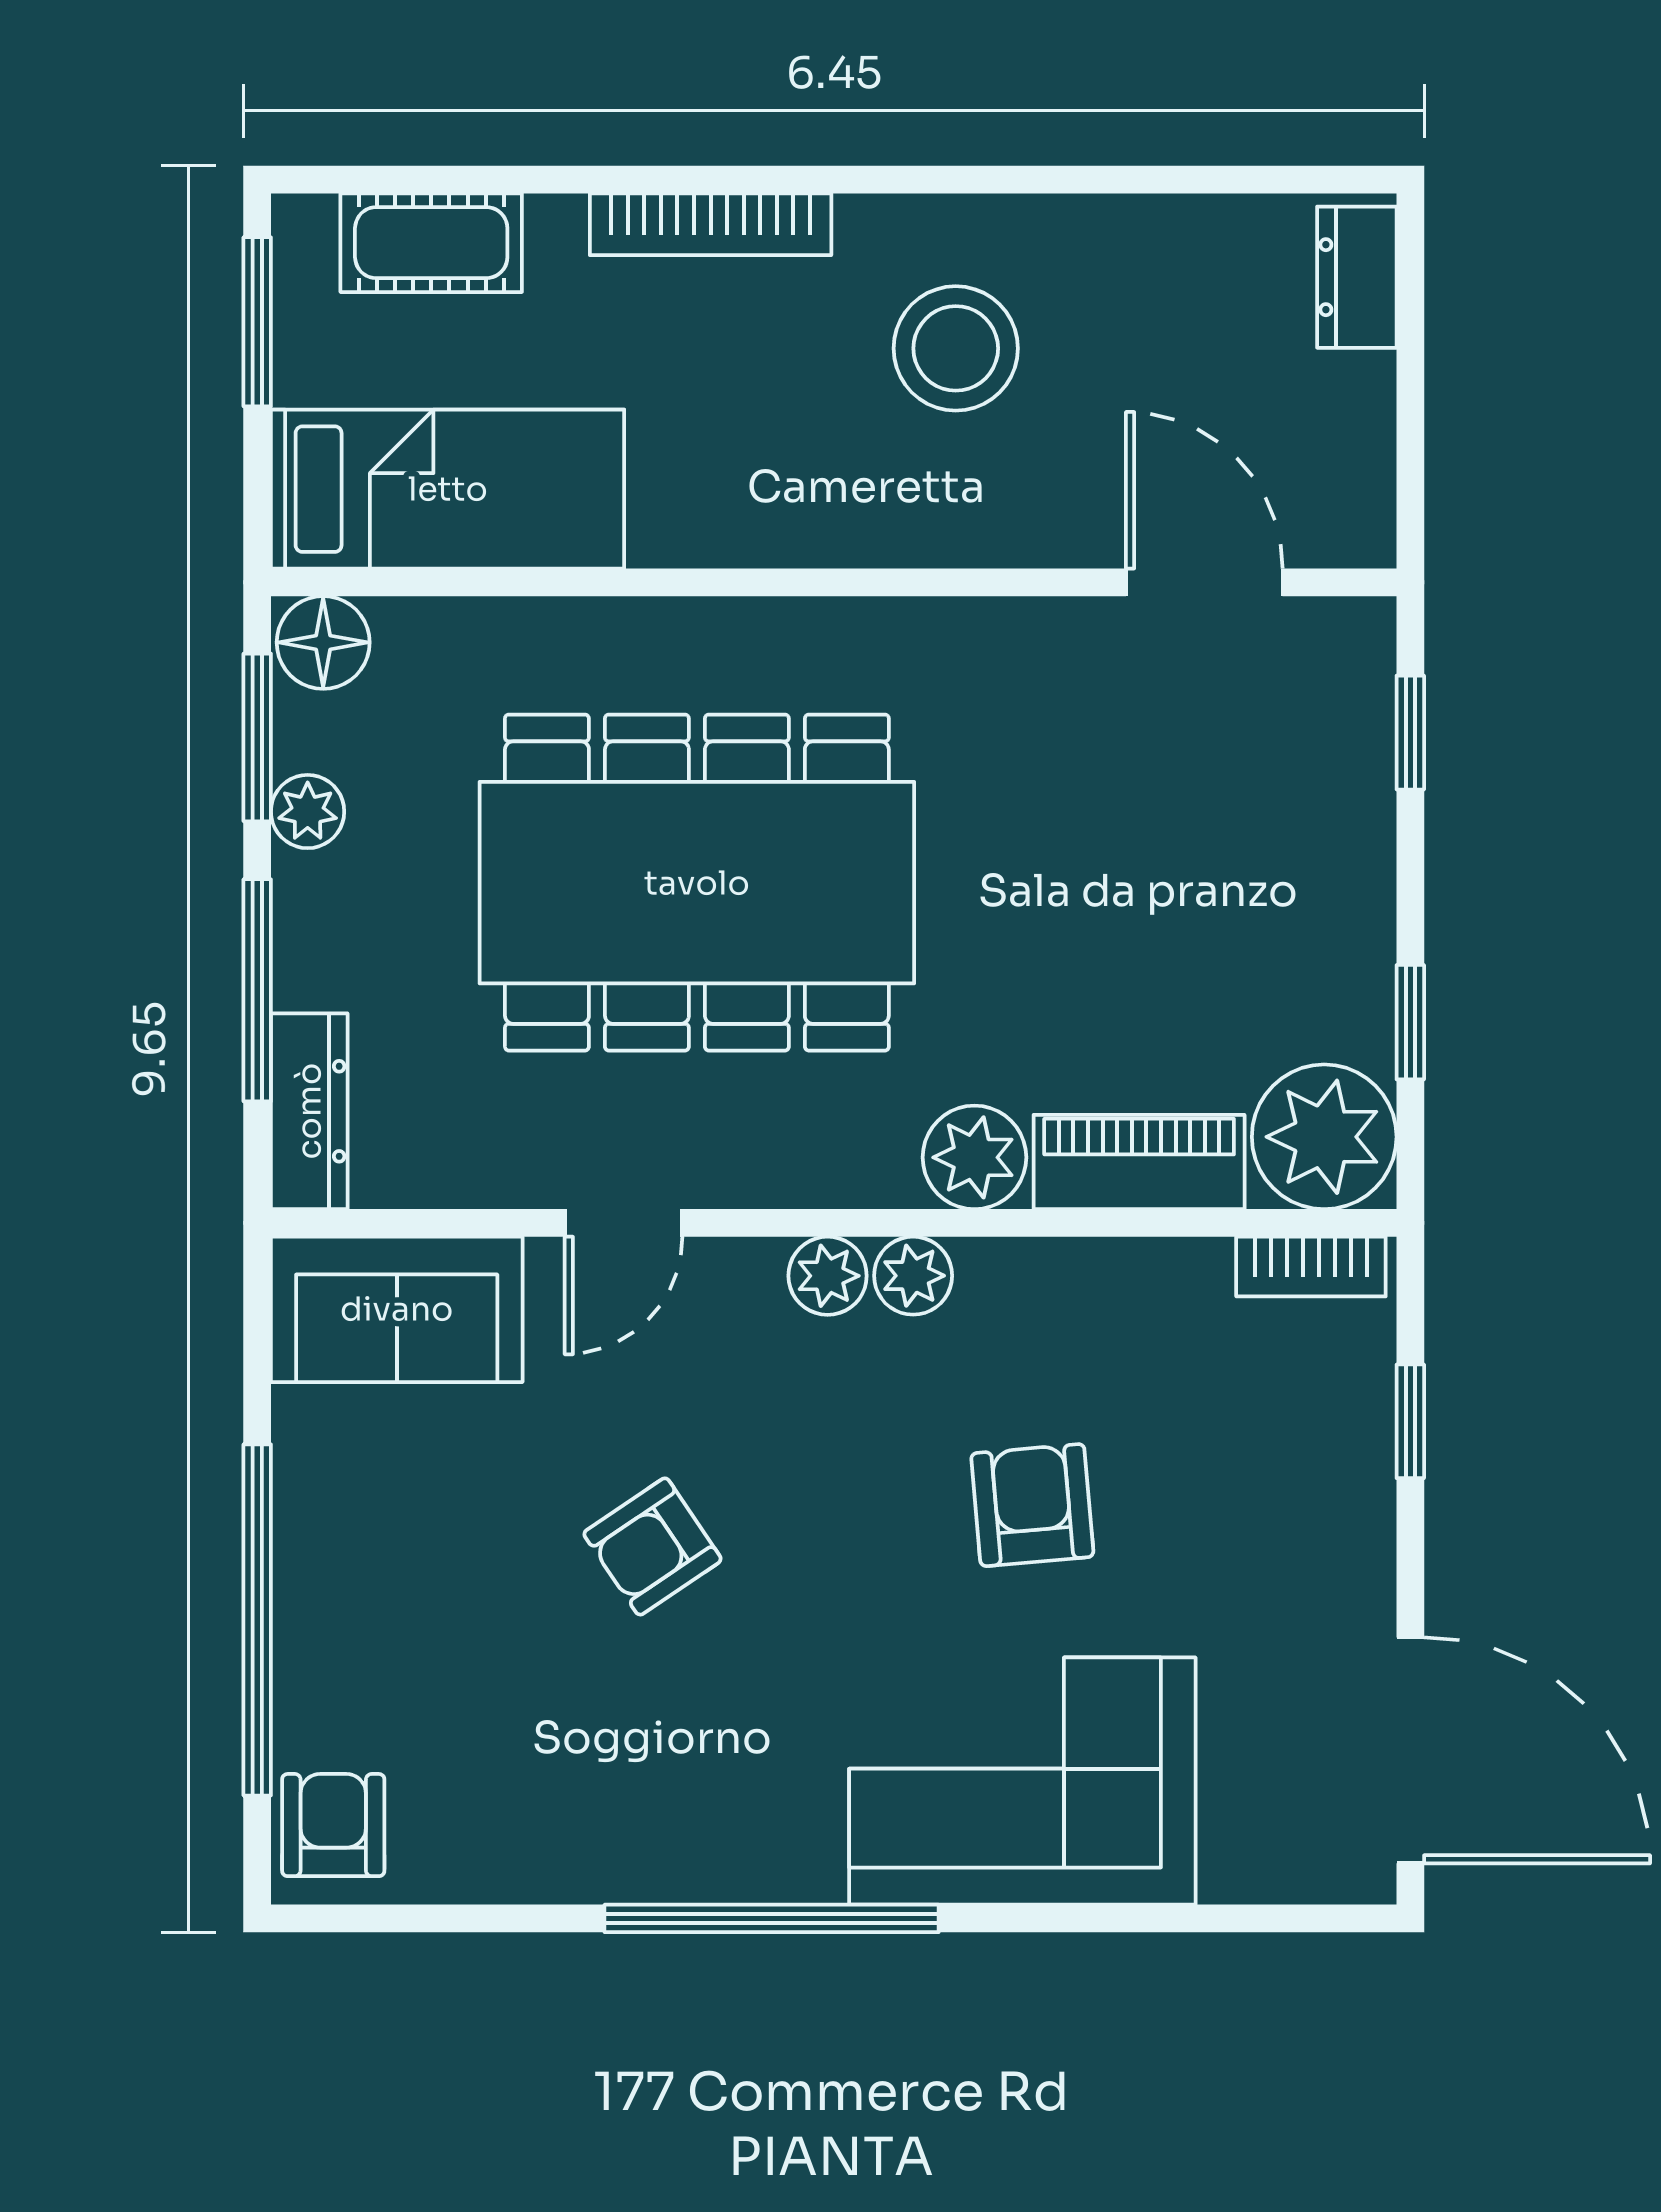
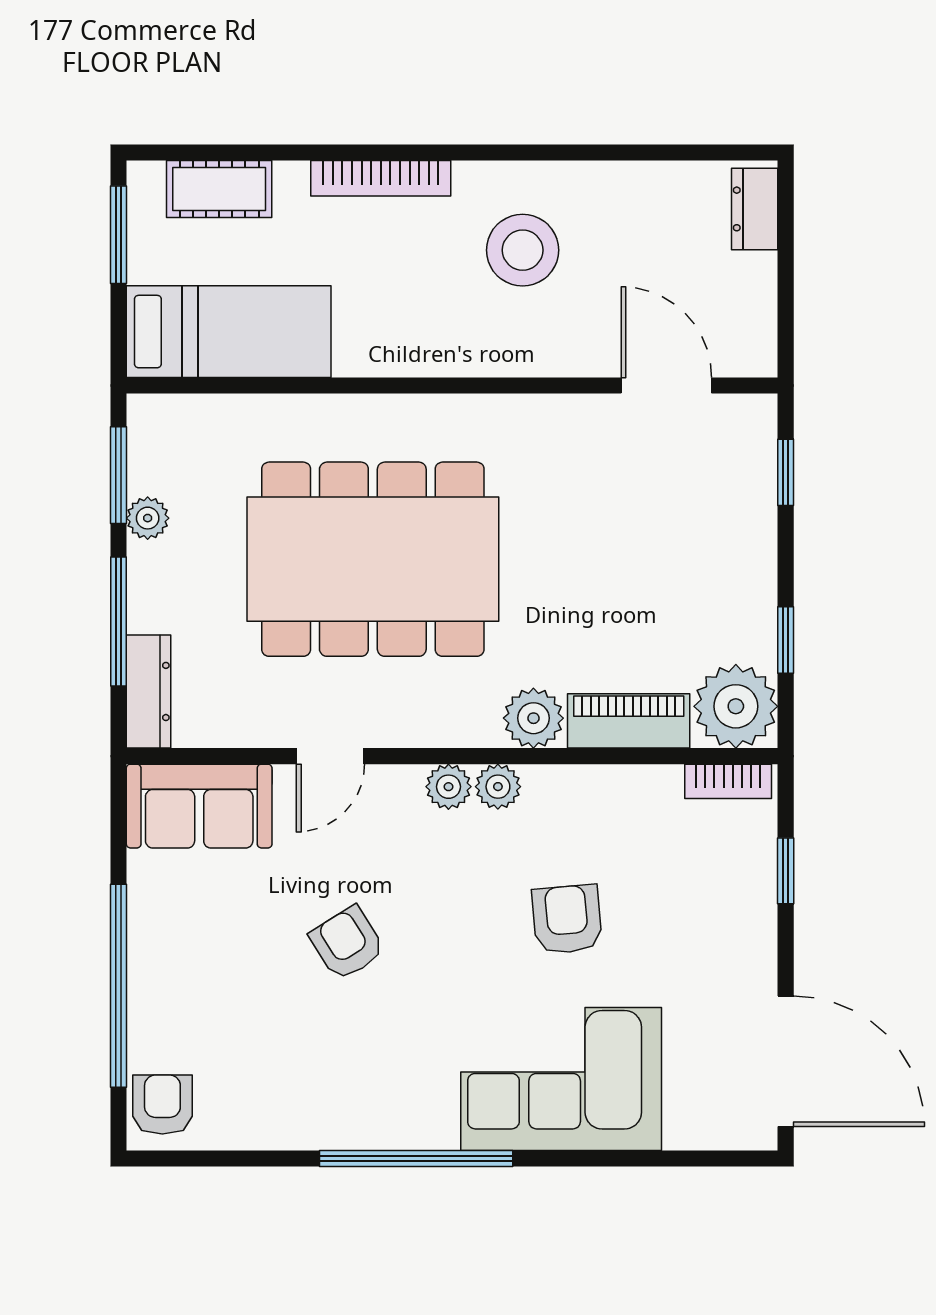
floor lamp: (323, 642) -> (157, 420), removed
armchair: (652, 1546) -> (347, 943), turned 92

